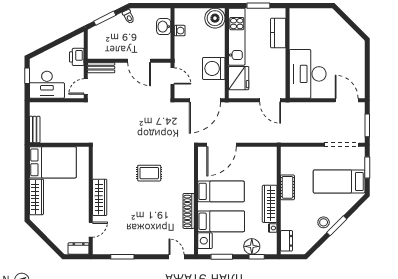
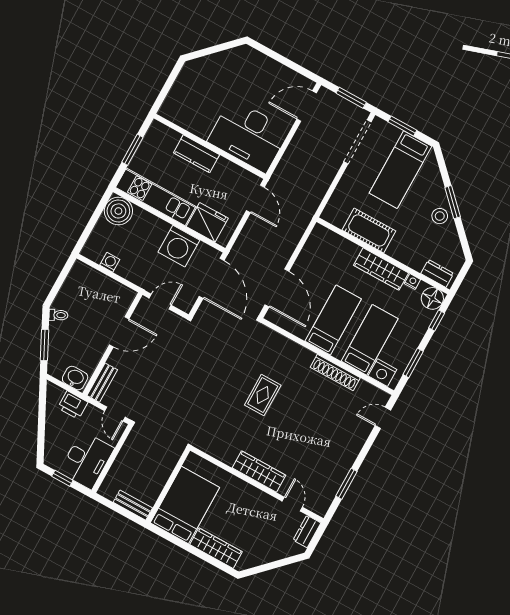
washbasin: (164, 27) -> (75, 378), moved, turned 180
kitchen counter: (278, 33) -> (196, 154), moved
door: (270, 100) -> (255, 199), hinge flipped
cot: (287, 187) -> (369, 230), width x1.37, depth x1.34
floor lamp: (252, 246) -> (432, 298), moved

